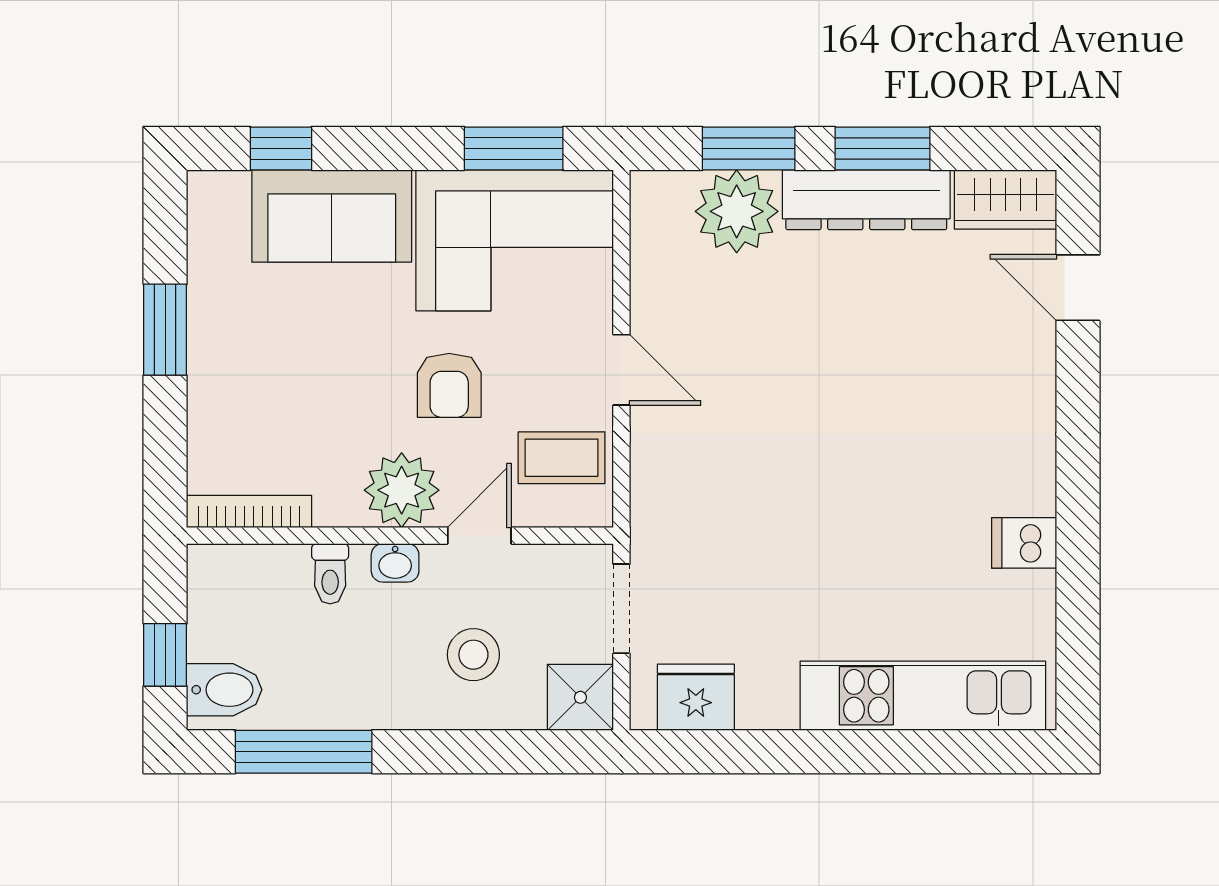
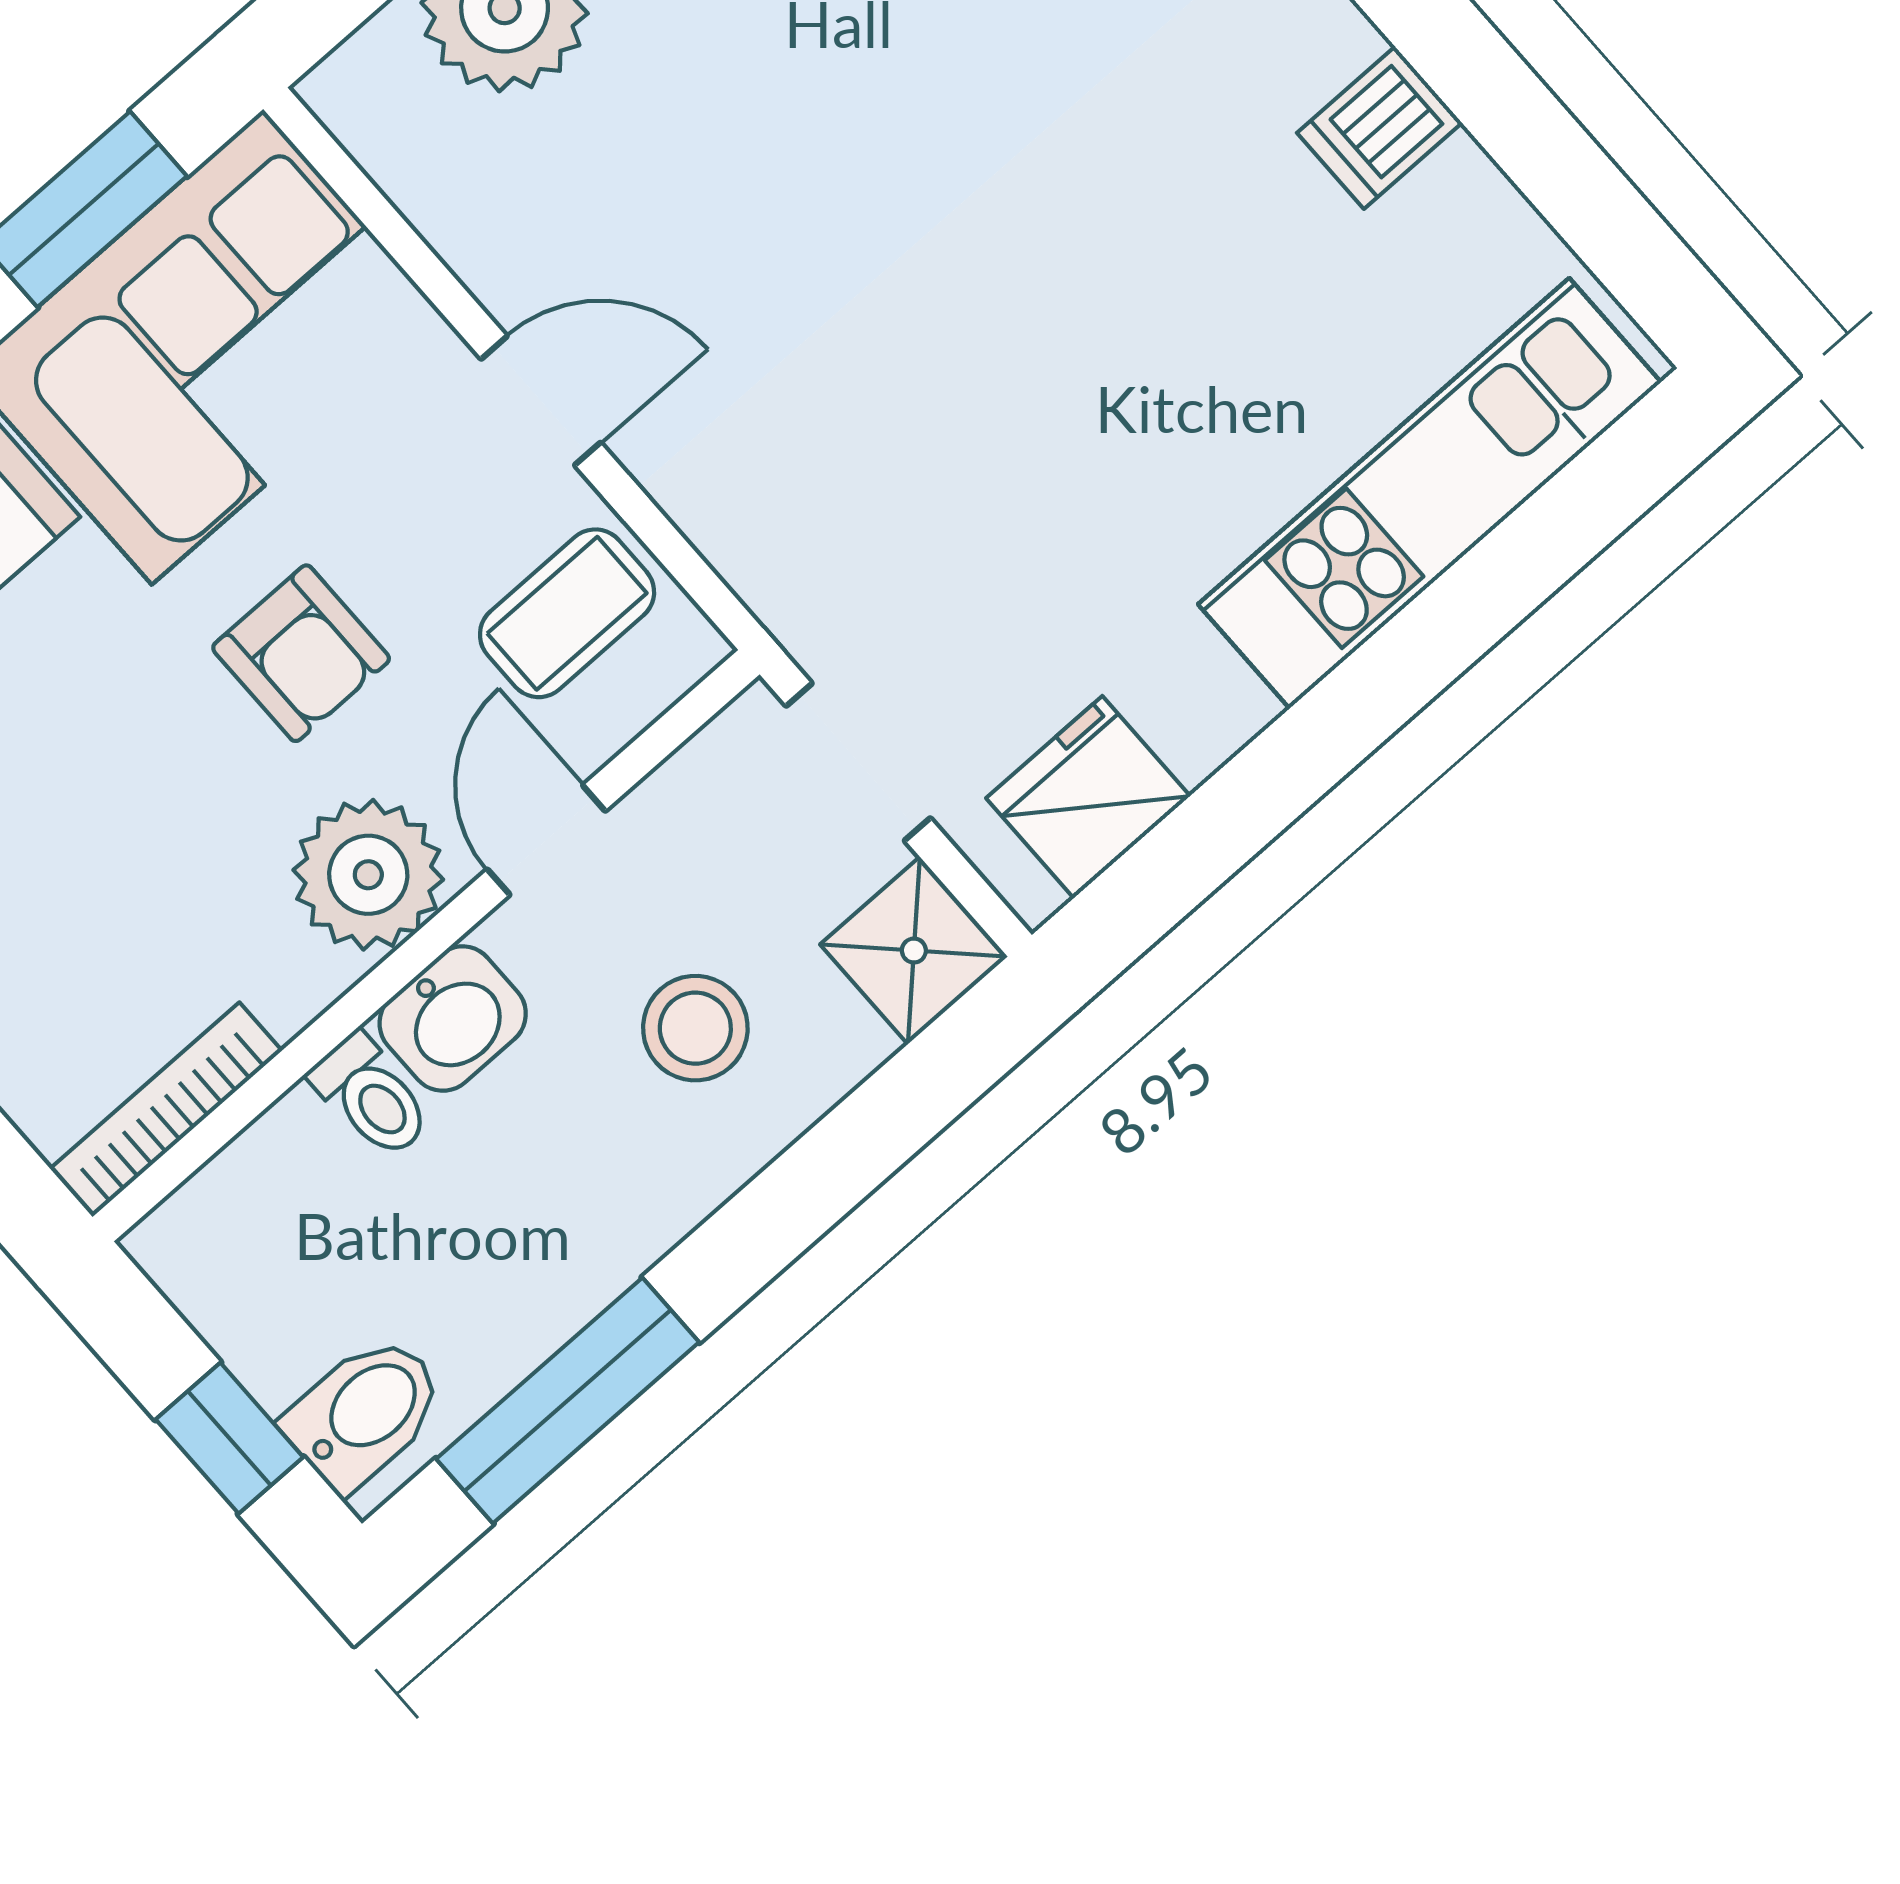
washbasin: (395, 563) -> (453, 1019), width x1.38, depth x1.45

